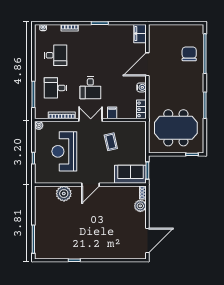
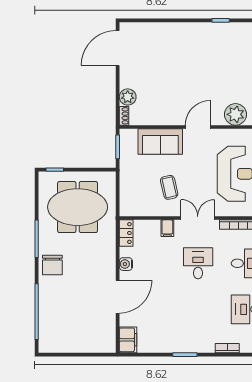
chair: (189, 54) -> (52, 265), moved
double door: (91, 120) -> (198, 218), swing flipped
sofa: (130, 174) -> (160, 142), moved

